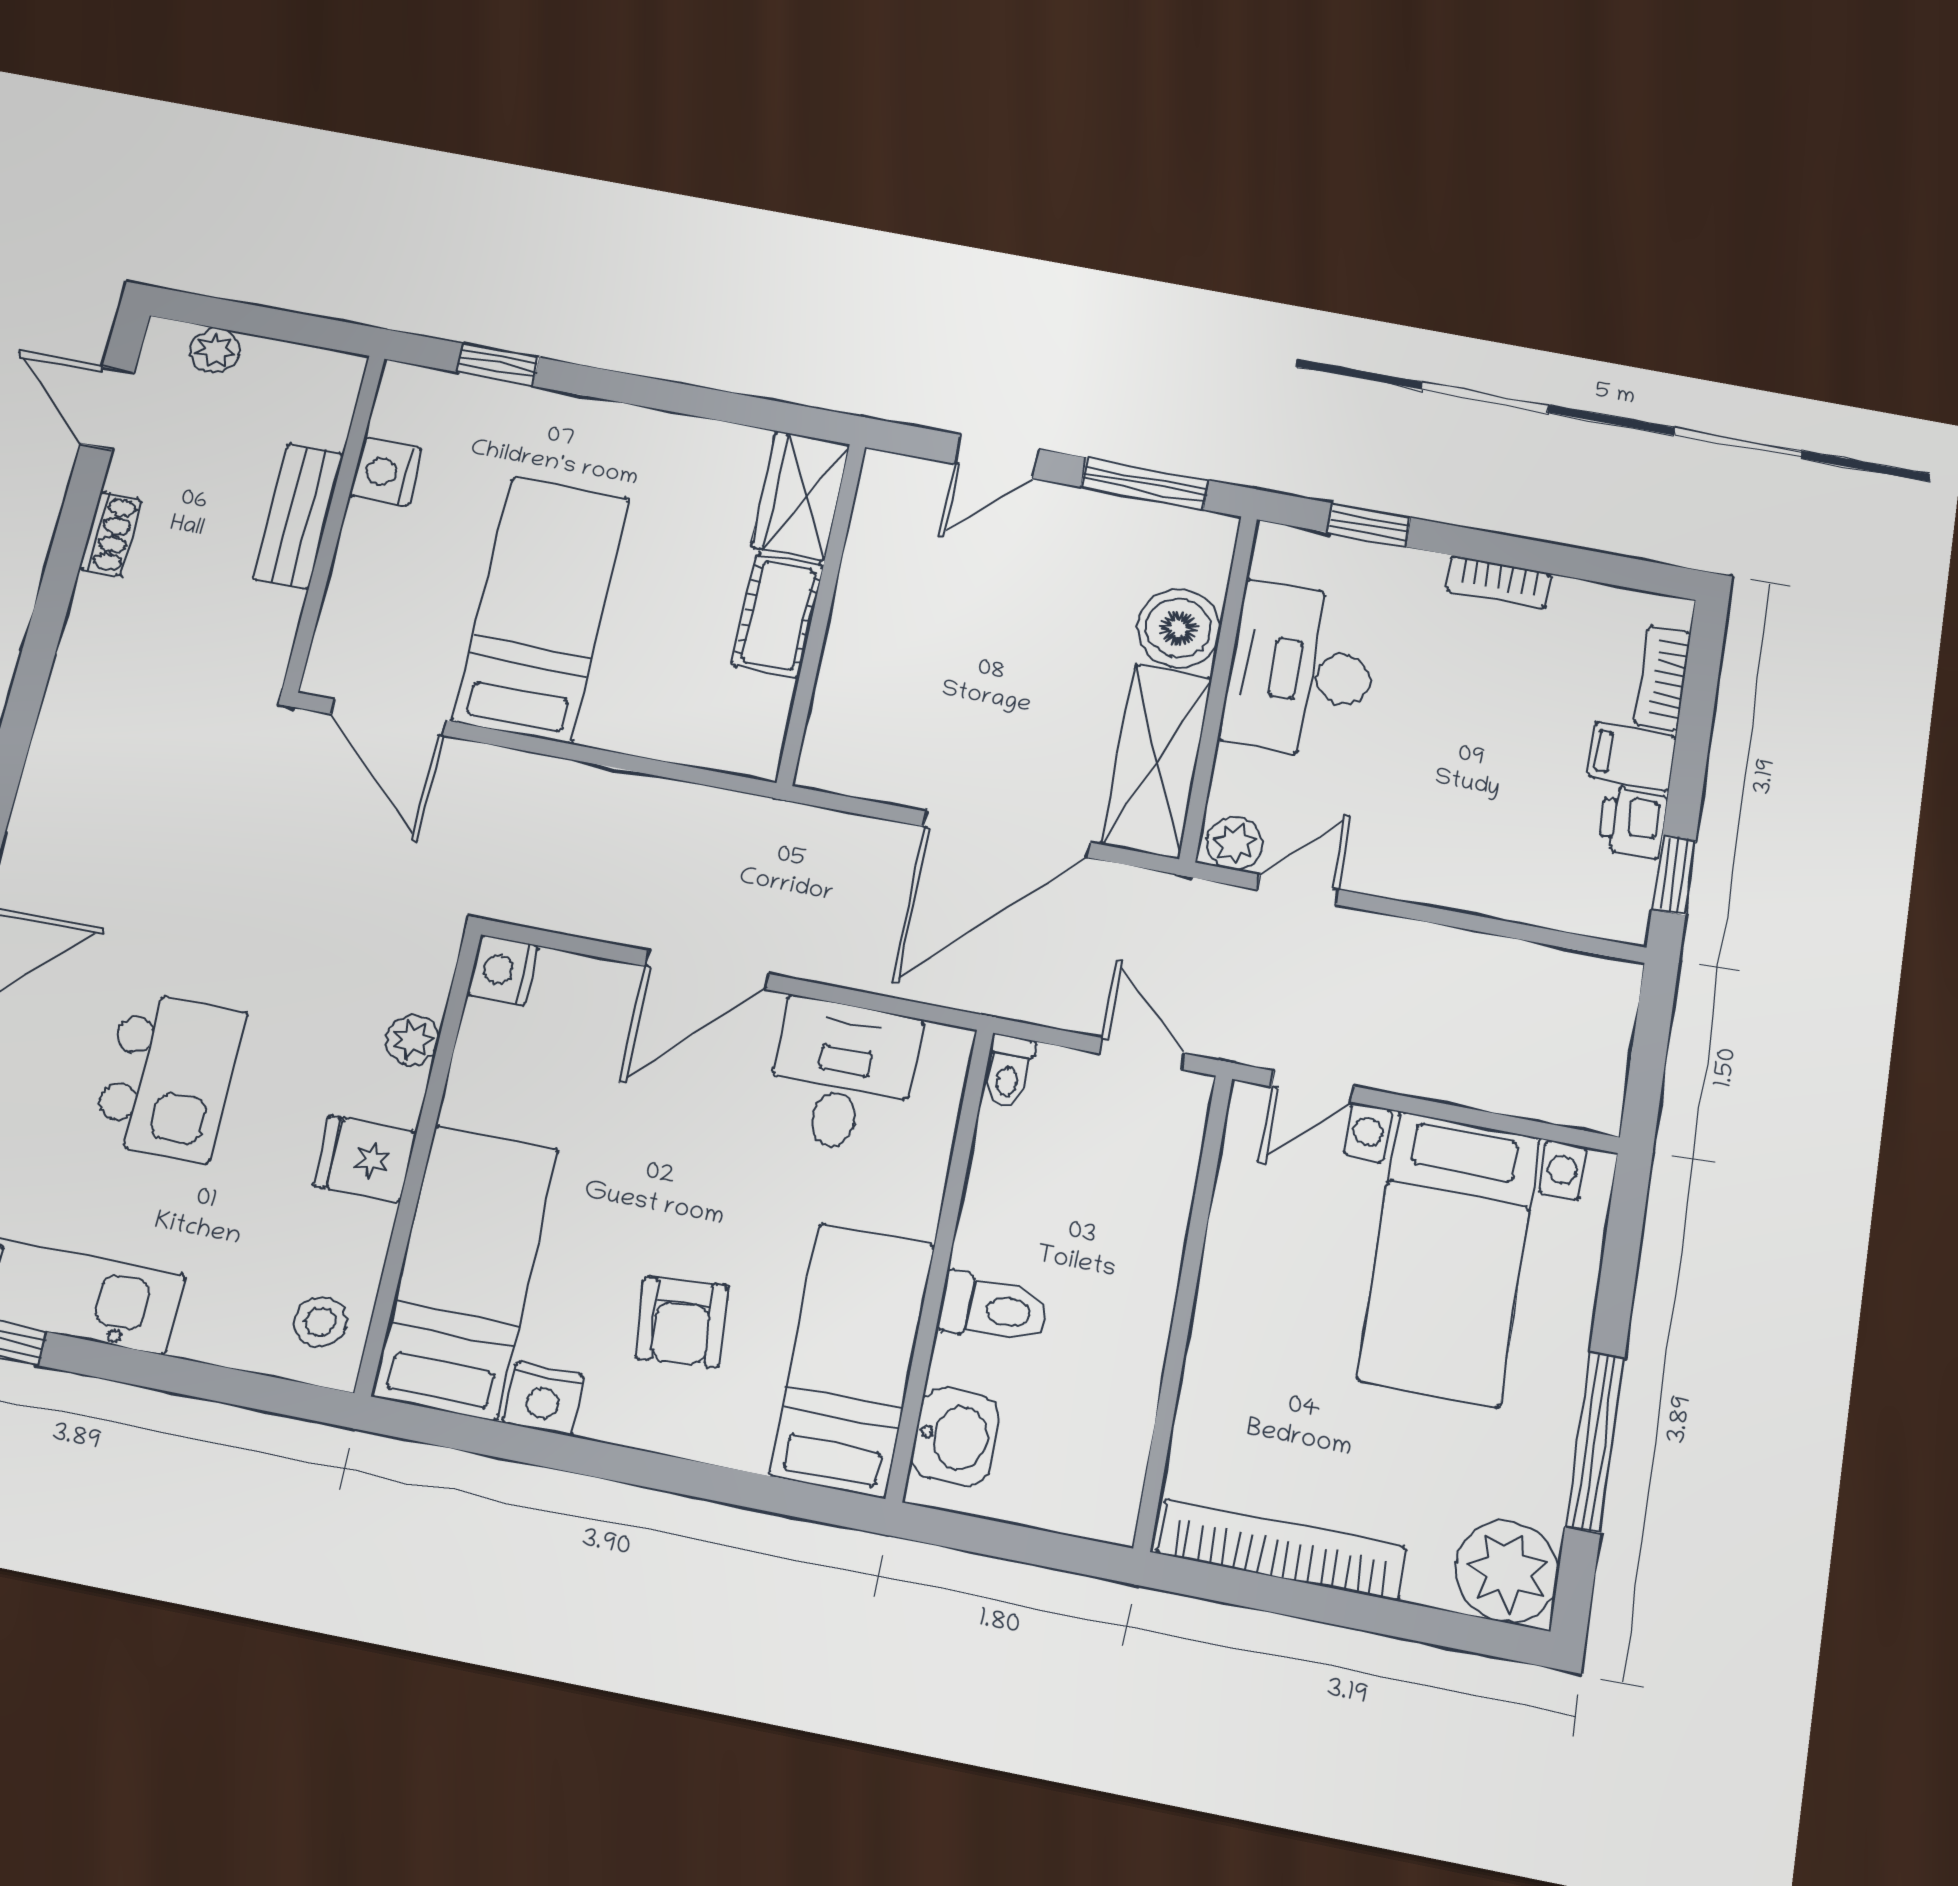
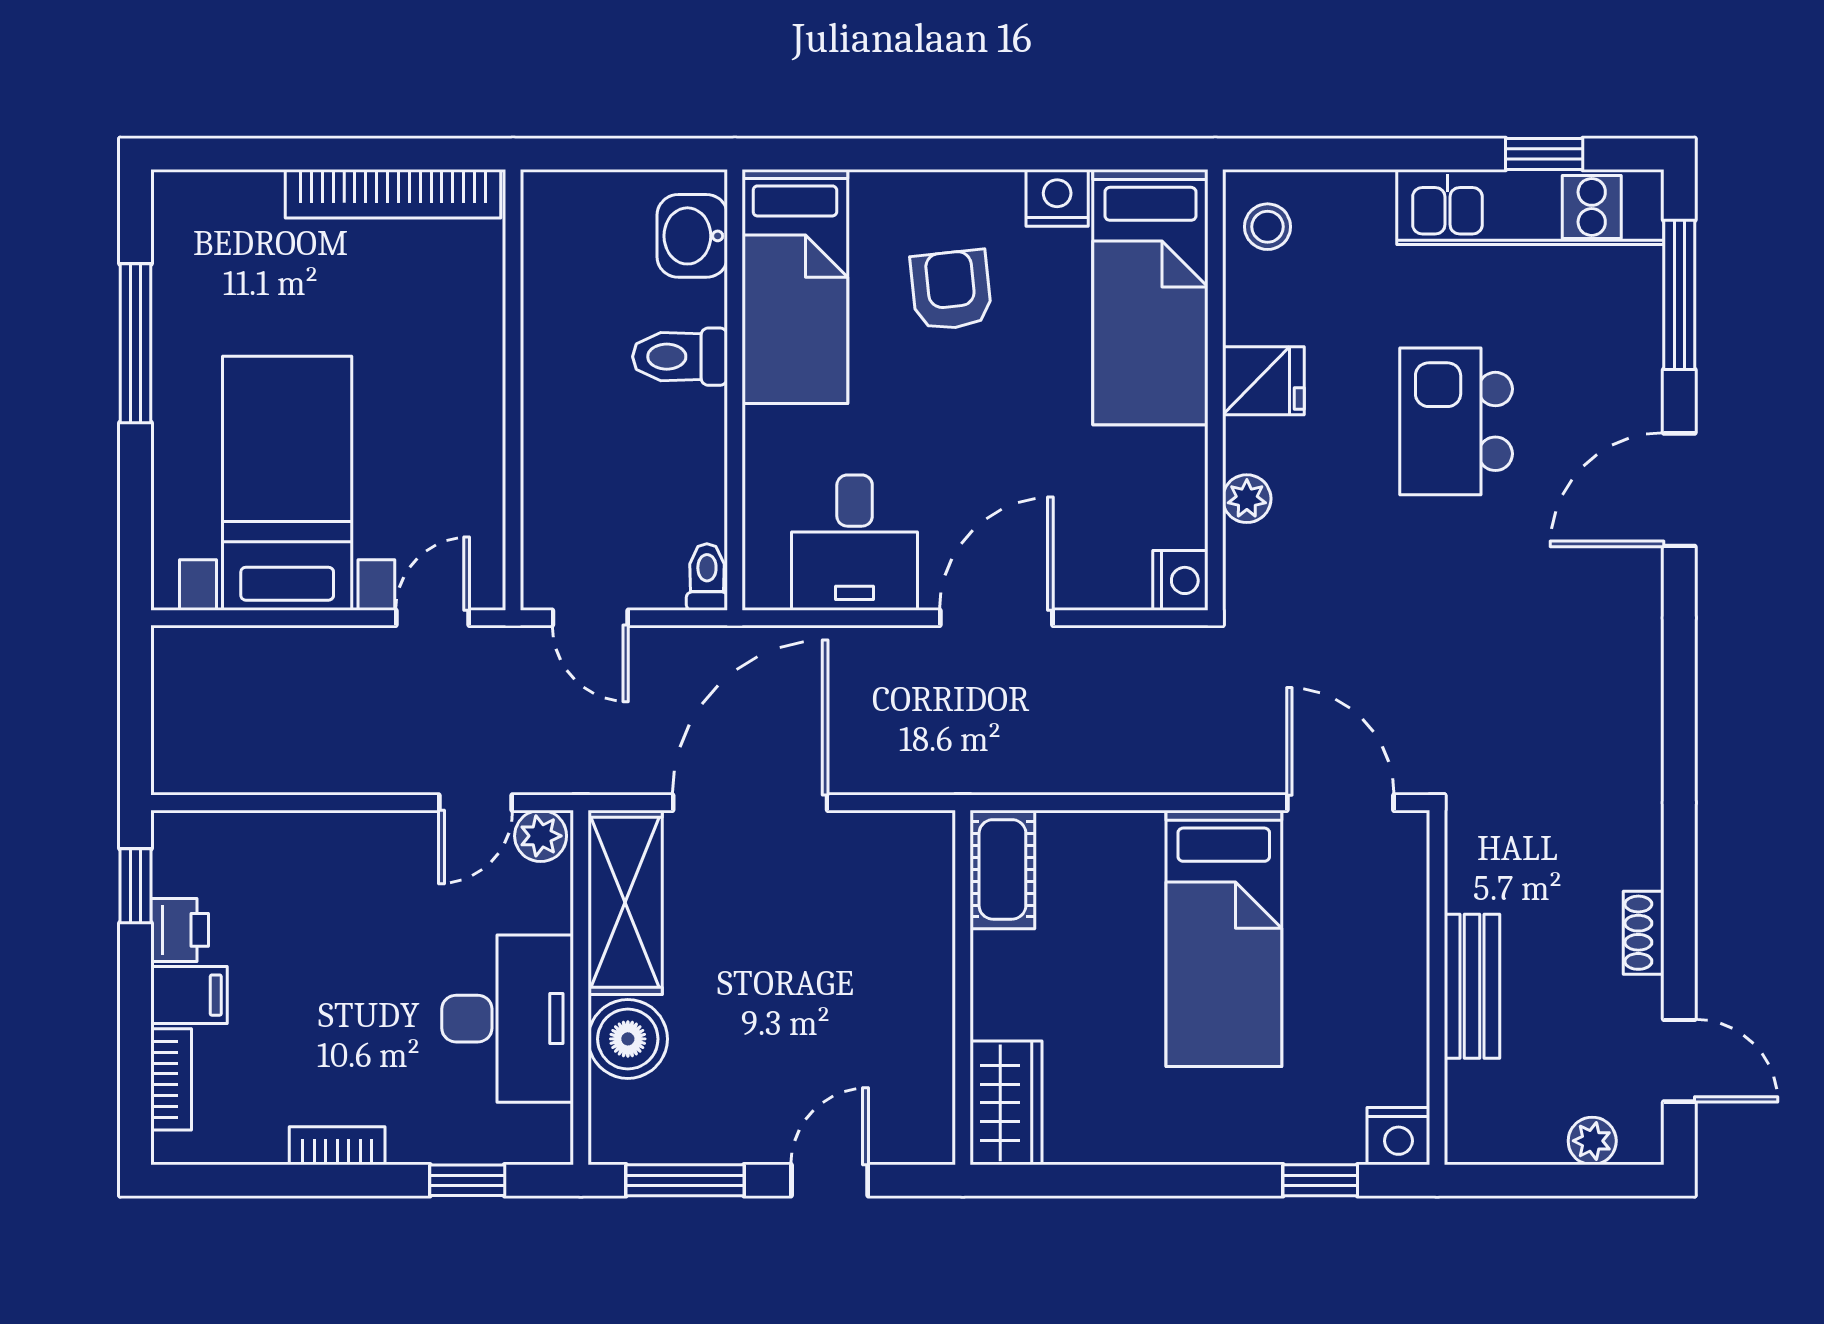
nightstand: (386, 472) -> (1398, 1136), moved, turned 90
cot: (778, 615) -> (1002, 869), moved
plant: (1507, 1571) -> (196, 214), removed

